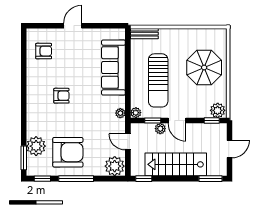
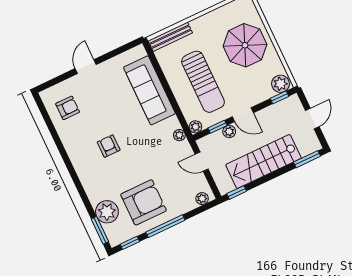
bench: (144, 34) -> (170, 37), width x1.36
armchair: (61, 96) -> (109, 146), turned -90
plant: (115, 166) -> (202, 199), width x0.53, depth x0.53

